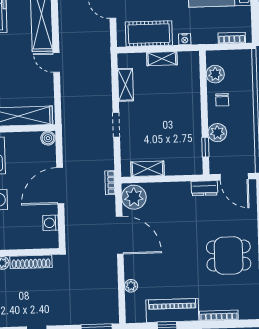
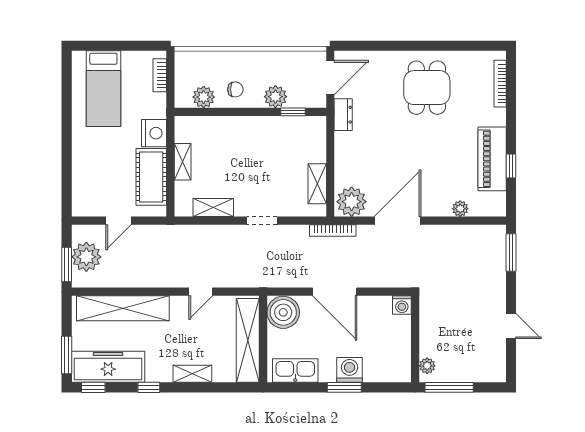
nightstand: (185, 39) -> (154, 133), width x1.89, depth x1.79
door: (56, 63) -> (201, 292), moved
boiler: (48, 138) -> (283, 312), width x1.86, depth x1.86
bookcase: (110, 183) -> (333, 230), width x1.56
washing machine: (51, 223) -> (402, 305), moved
shoe rack: (31, 262) -> (427, 331), removed
bookcase: (219, 315) -> (500, 84), moved

